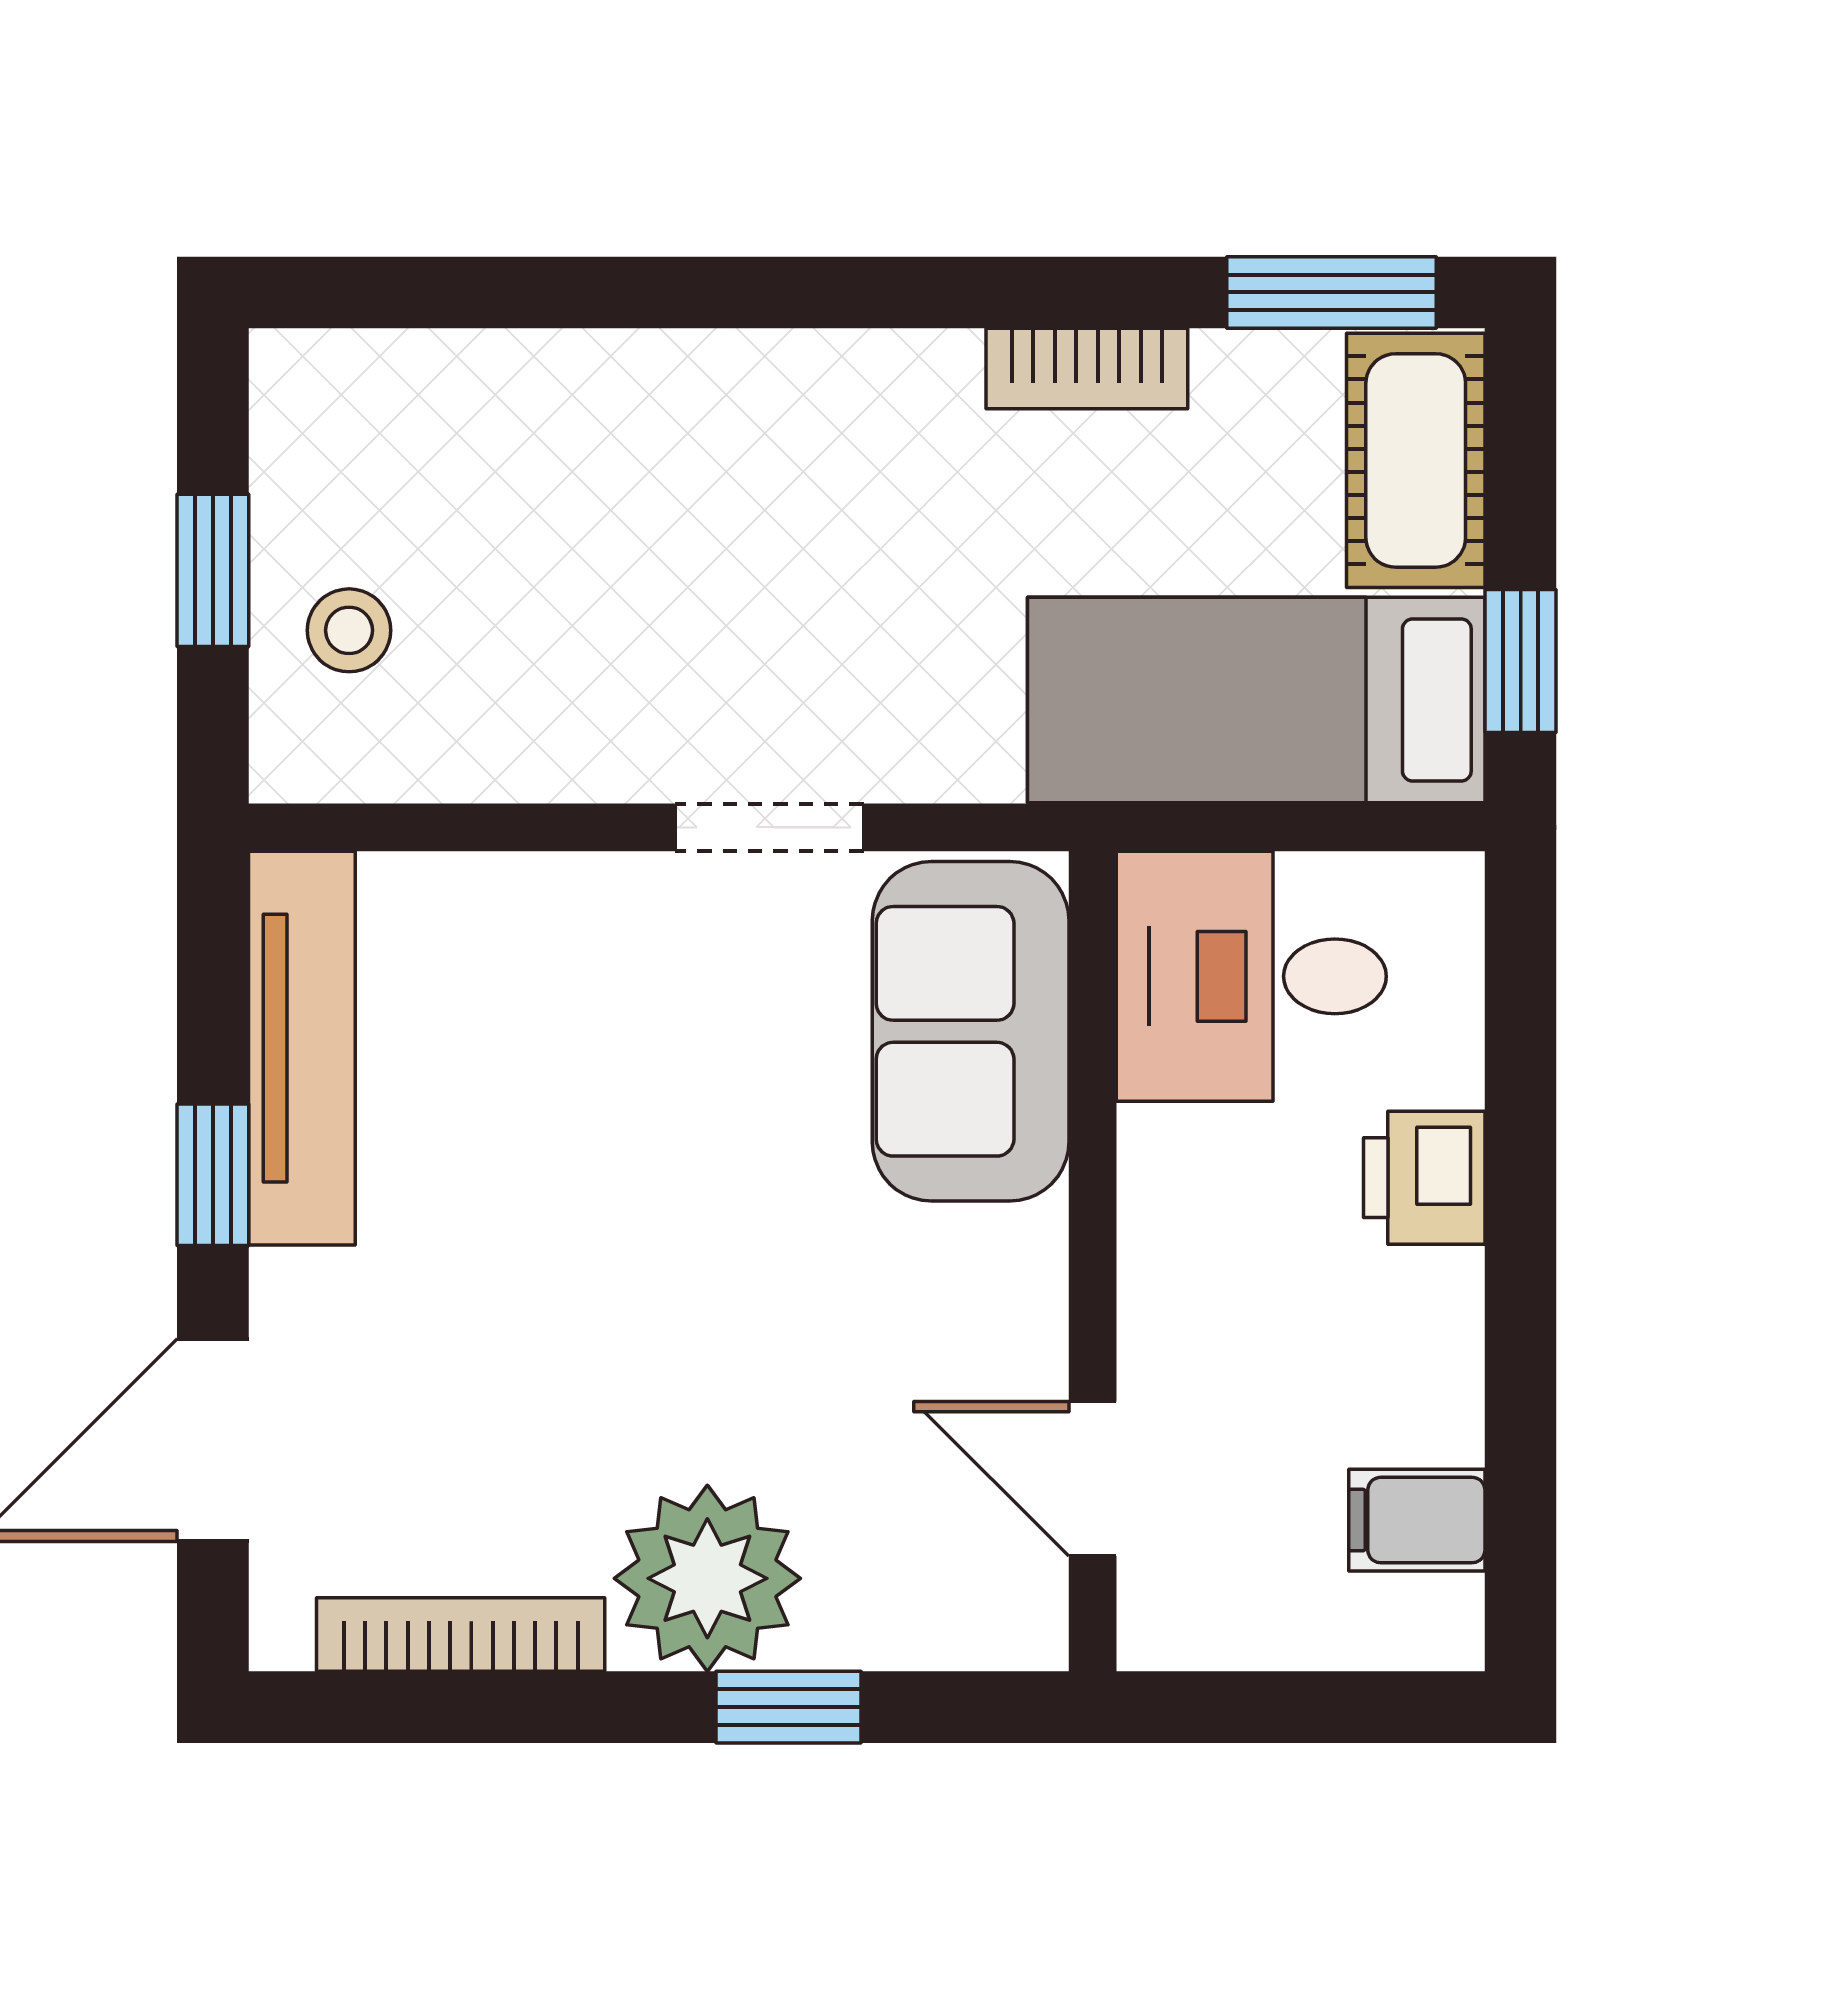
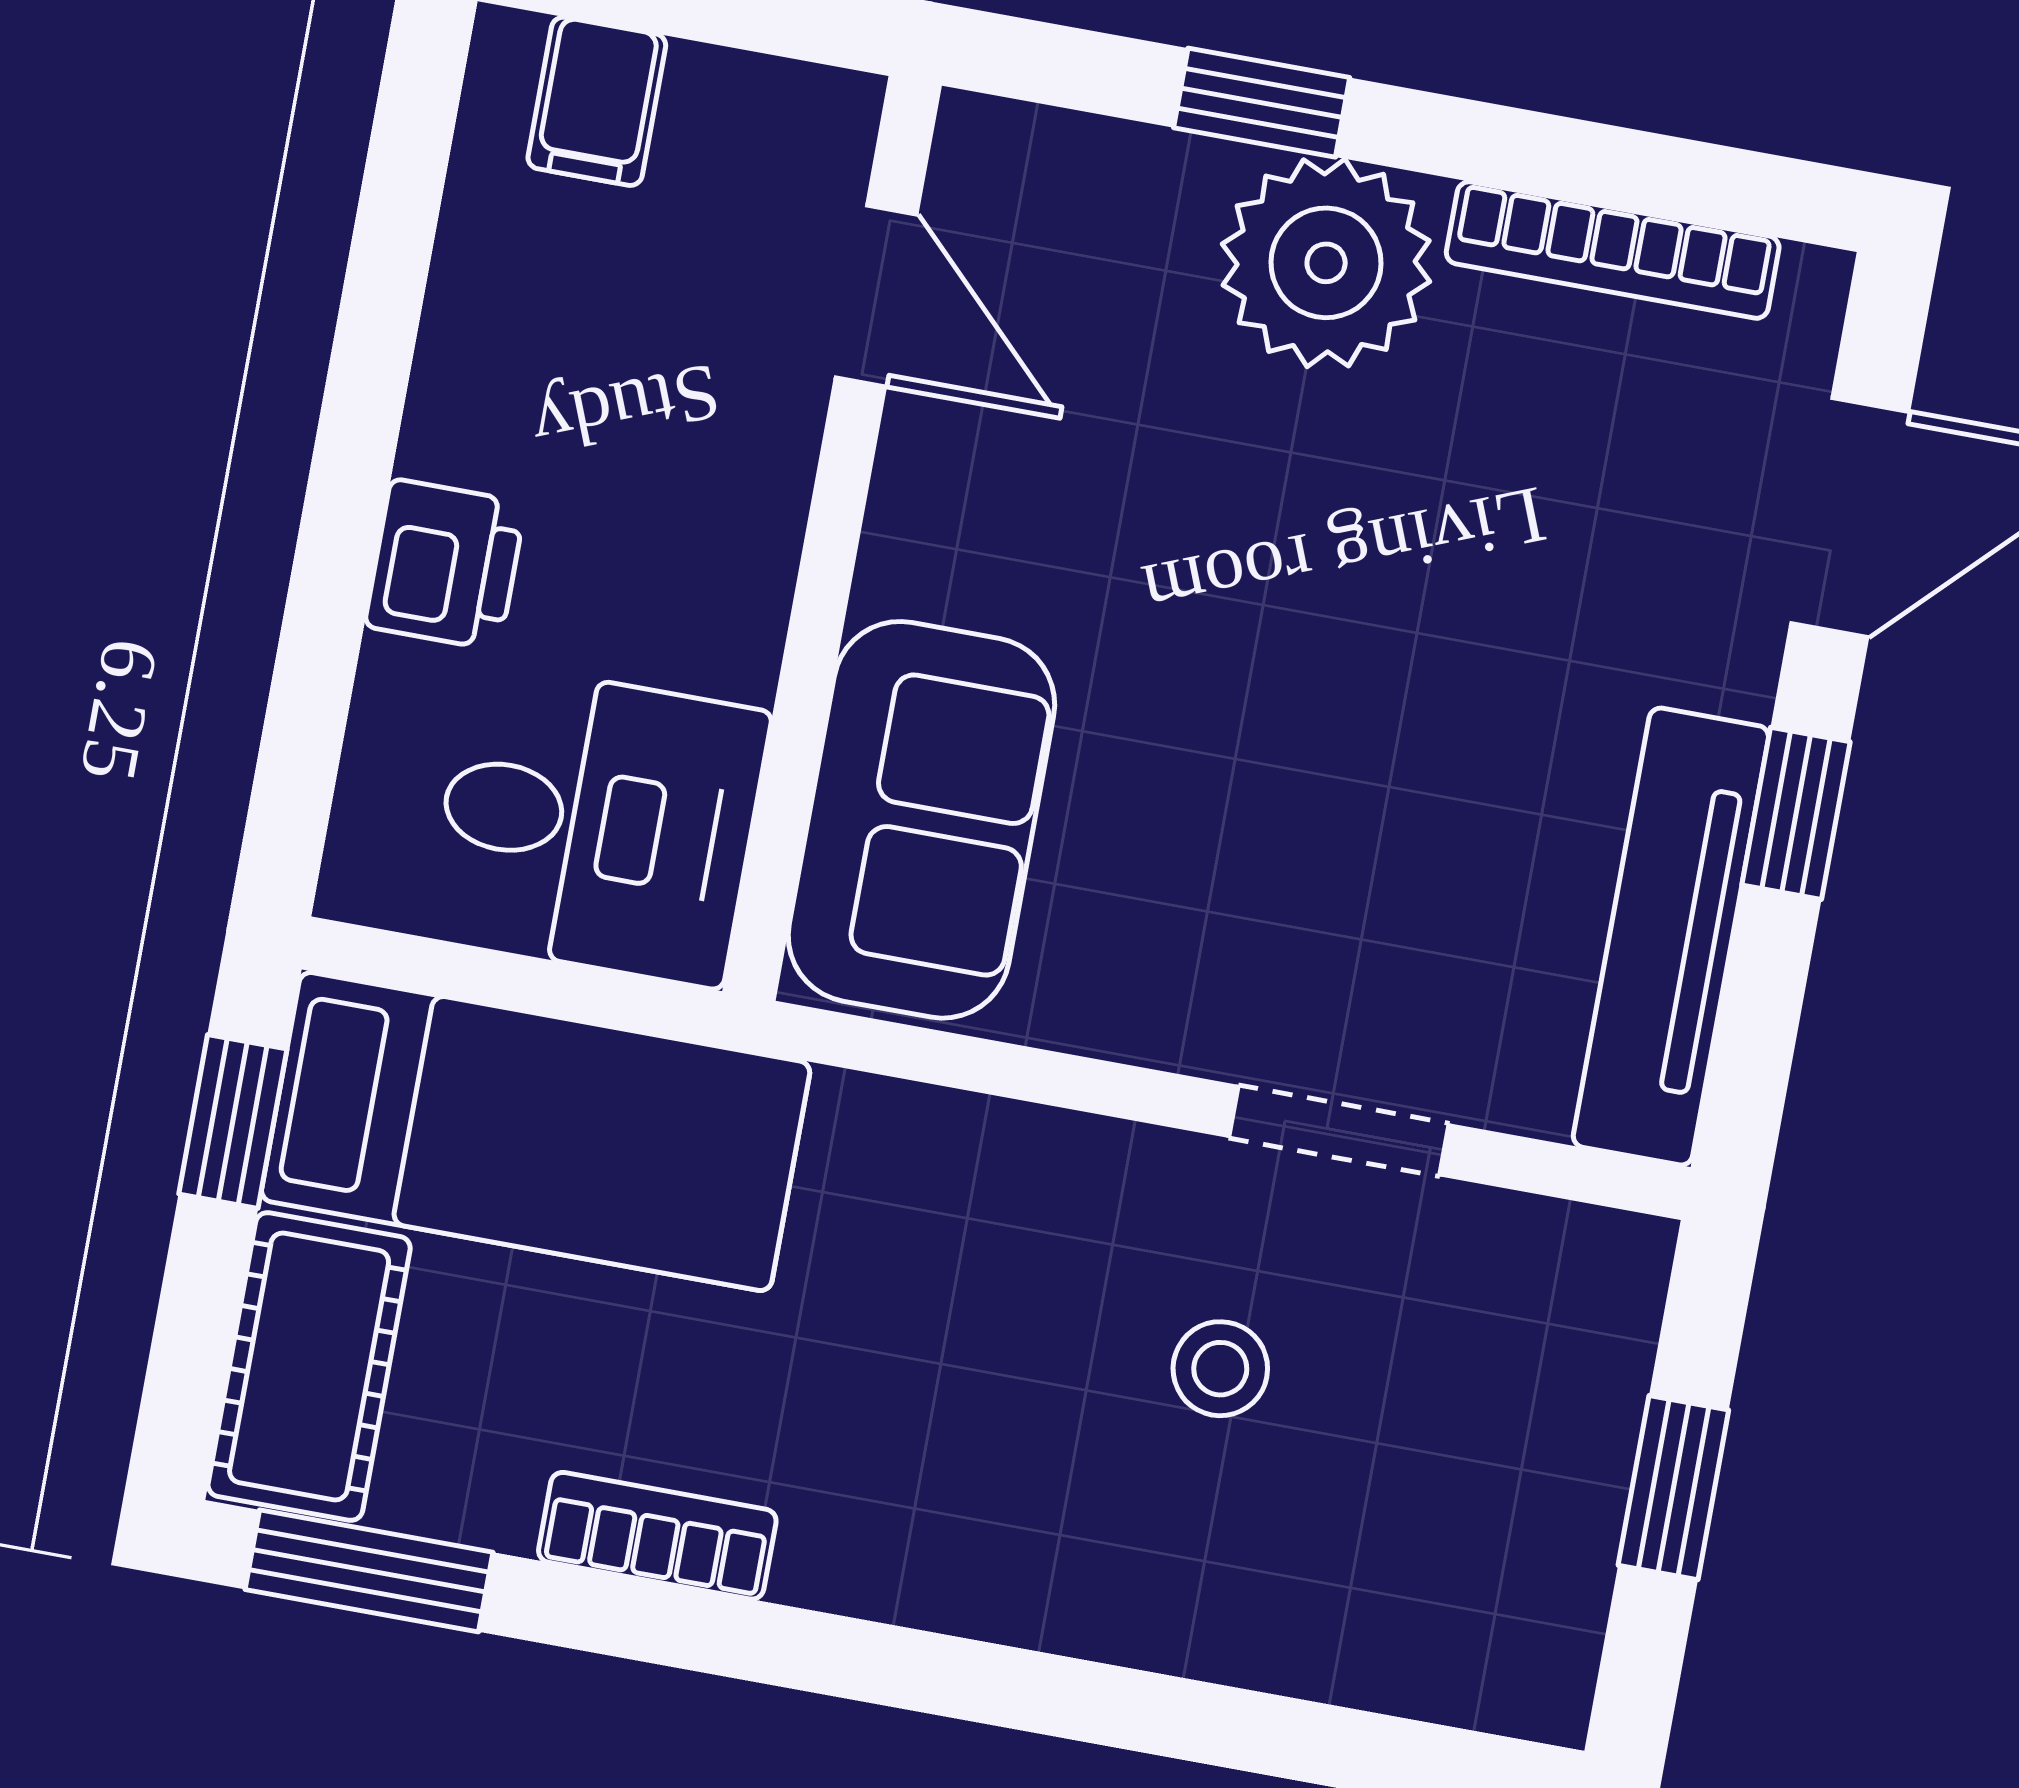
stool: (349, 630) -> (1220, 1369), moved
doorway: (769, 827) -> (1339, 1131), moved
filing cabinet: (1417, 1520) -> (597, 101), moved, turned 90

